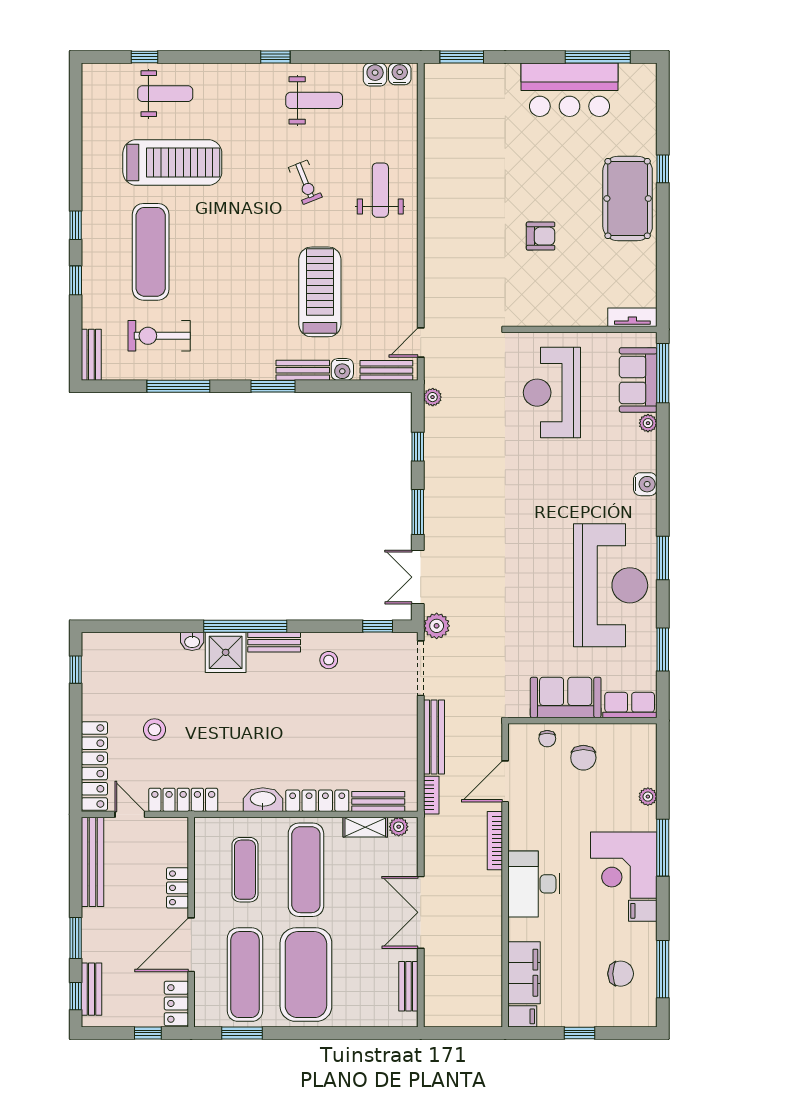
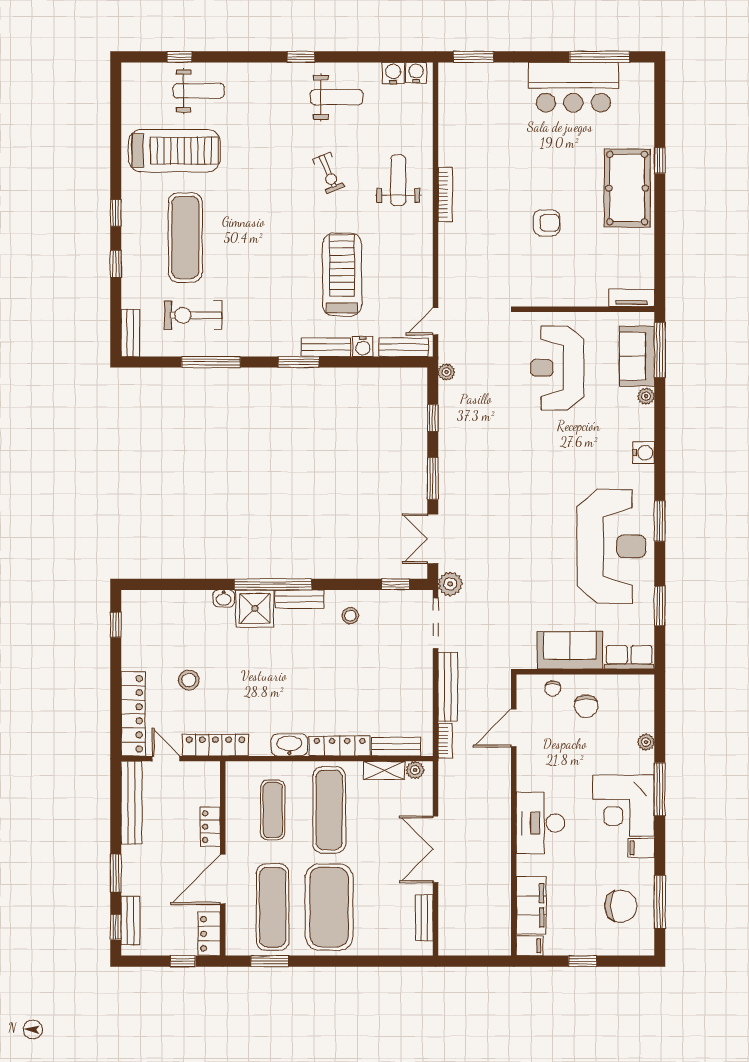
treadmill: (172, 162) -> (174, 151), moved
bookcase: (495, 841) -> (445, 195), moved, turned 180
chair: (621, 974) -> (621, 906), width x1.37, depth x1.37

